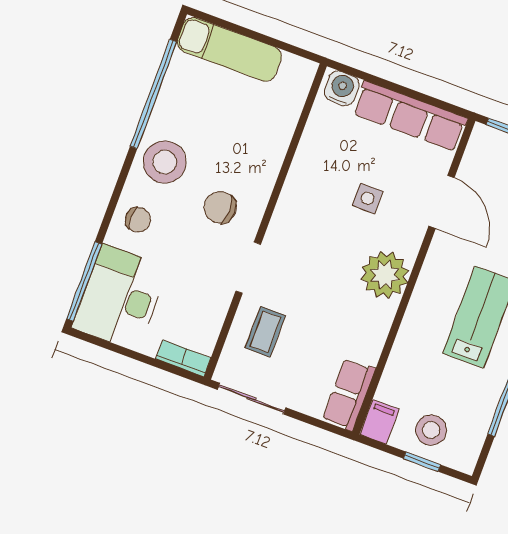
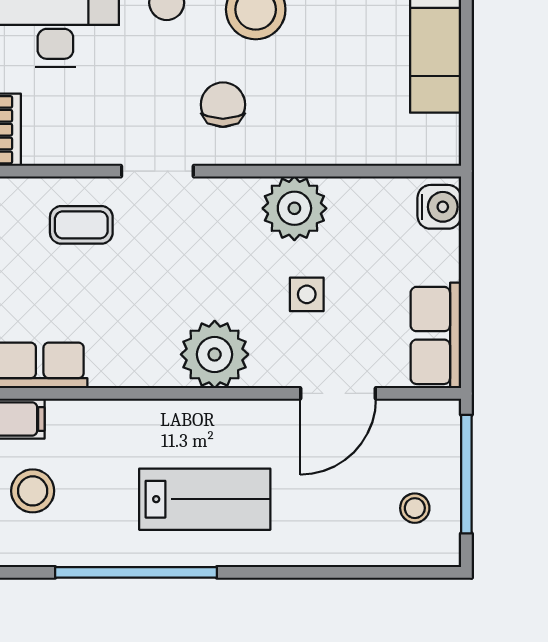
row of seats: (410, 116) -> (436, 335), width x0.68
plant: (307, 185) -> (294, 208), added

